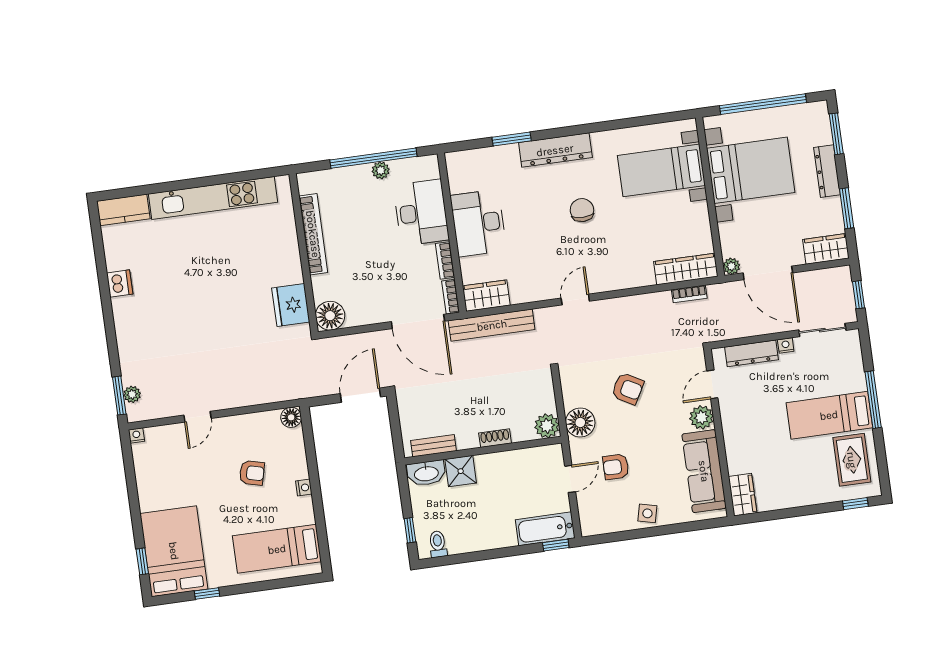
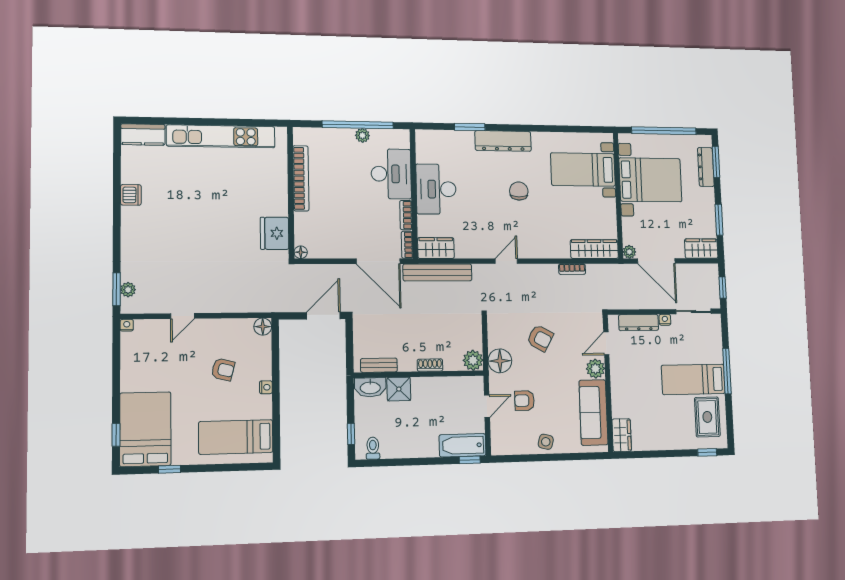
dresser: (827, 171) -> (706, 167), moved
bookcase: (689, 294) -> (572, 269), moved
floor lamp: (330, 316) -> (301, 252), width x0.53, depth x0.53

